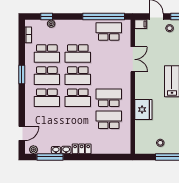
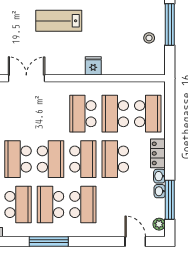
school desk: (78, 54) -> (18, 159), turned 180
window: (22, 74) -> (49, 241), width x1.44
school desk: (47, 76) -> (50, 205), turned 180
fridge: (143, 109) -> (93, 66), width x0.53, depth x0.75
school desk: (78, 120) -> (115, 159), added
school desk: (109, 142) -> (148, 114), added

